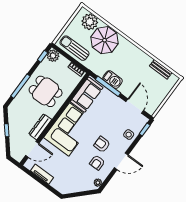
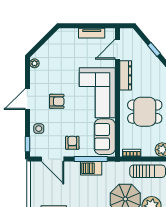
armchair: (97, 163) -> (72, 143), moved

